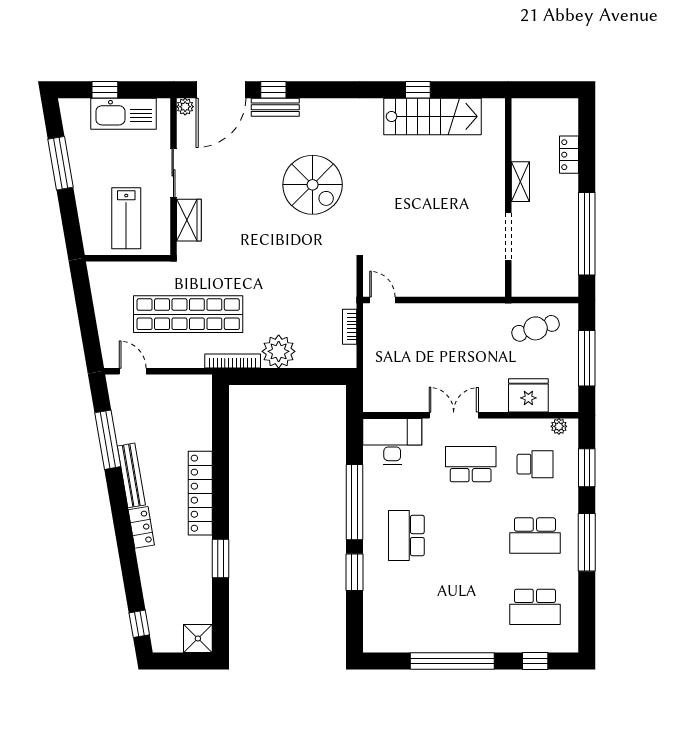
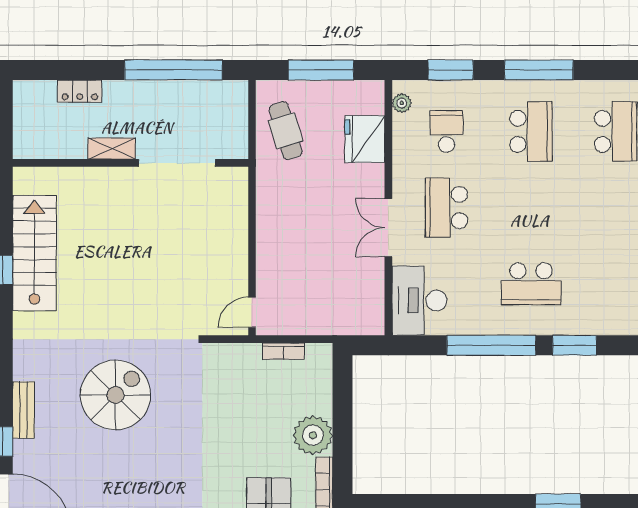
bench: (275, 107) -> (24, 410), moved
doorway: (508, 237) -> (177, 163), width x1.36

